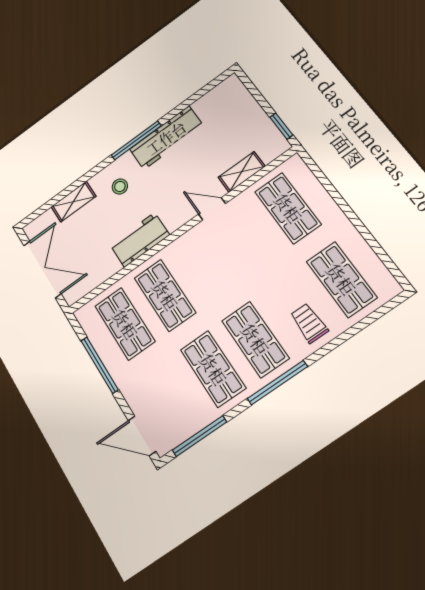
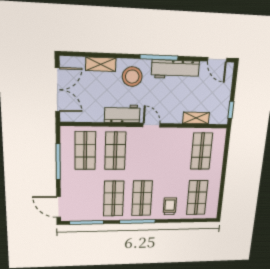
door: (210, 86) -> (217, 60), added
stool: (120, 186) -> (132, 77), width x1.89, depth x1.89
door: (212, 209) -> (152, 125), moved

